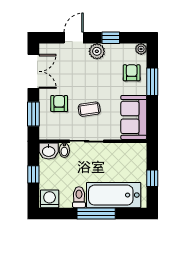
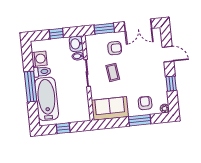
plant: (97, 51) -> (159, 74), removed
armchair: (132, 73) -> (145, 103), turned -90
washing machine: (50, 199) -> (39, 59), moved

